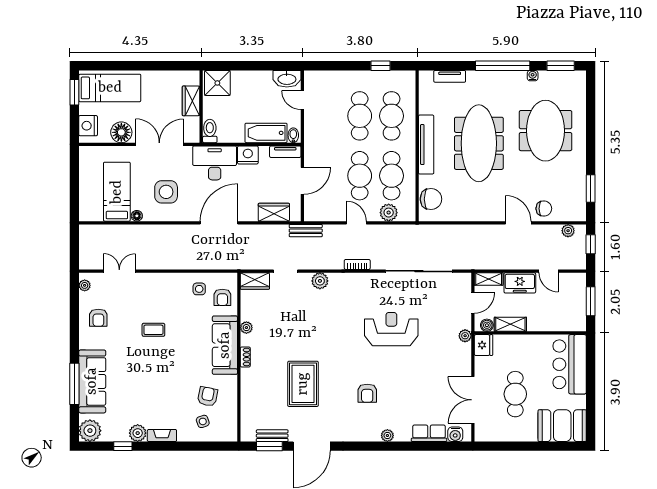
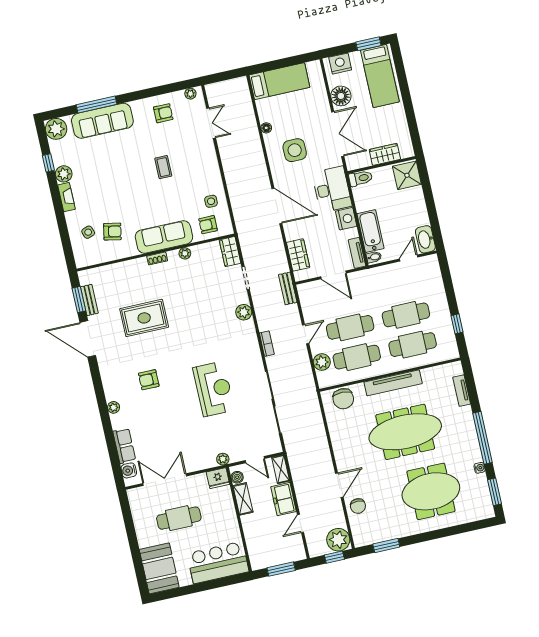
bed: (117, 192) -> (279, 81), moved
plant: (568, 231) -> (338, 540), width x1.87, depth x1.87
armchair: (98, 318) -> (163, 113), turned 180

